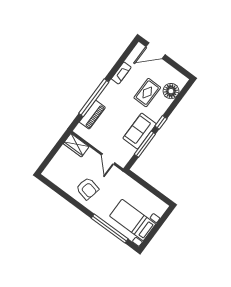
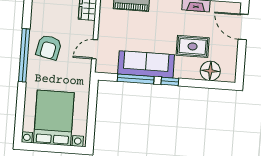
sofa: (140, 131) -> (146, 64), width x1.36
bed with nightstands: (133, 220) -> (54, 118), width x1.36
window: (110, 228) -> (24, 55), moved

